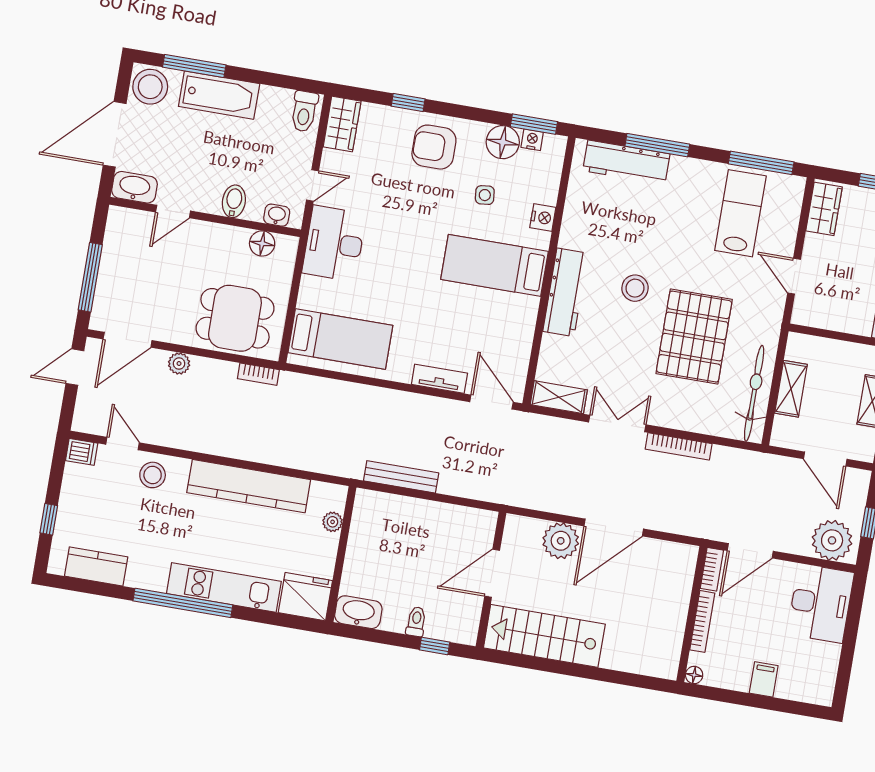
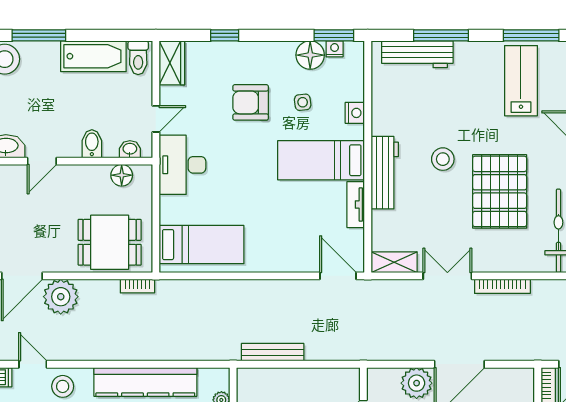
bathtub: (219, 95) -> (93, 56), moved
armchair: (434, 147) -> (251, 102), moved
plant: (179, 364) -> (61, 297), width x1.87, depth x1.87
tv unit: (439, 379) -> (356, 205), moved, turned -90

